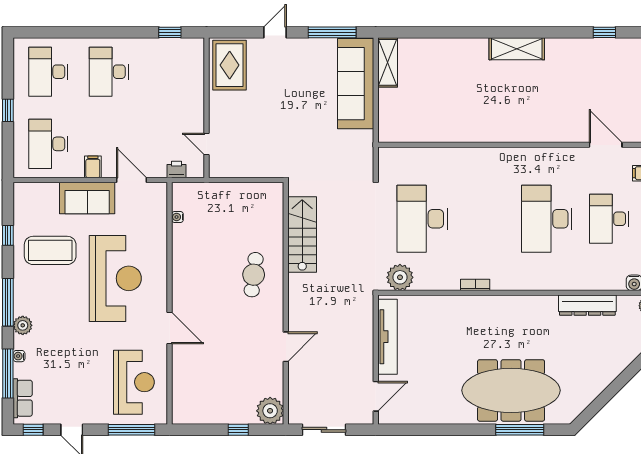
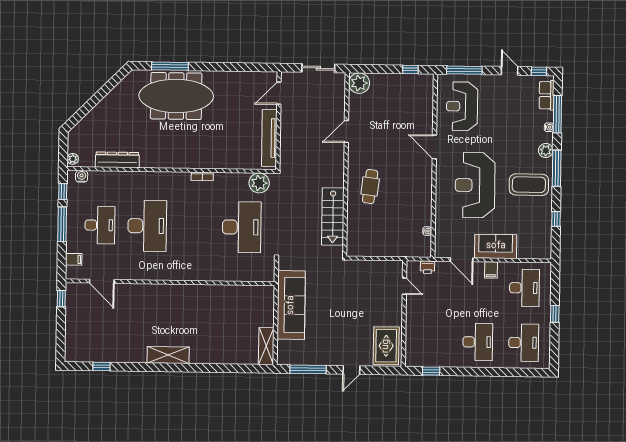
sofa: (356, 84) -> (291, 305), moved
coffee table: (50, 250) -> (529, 185), moved
window: (238, 430) -> (410, 69), moved

